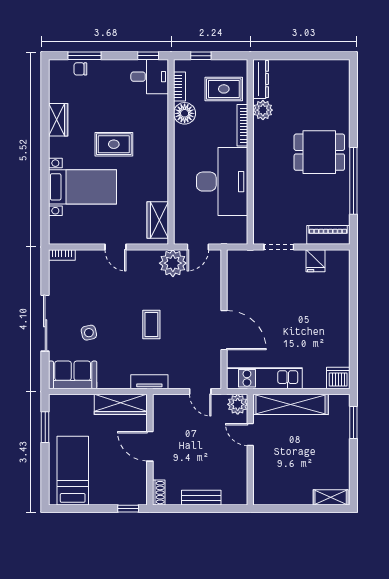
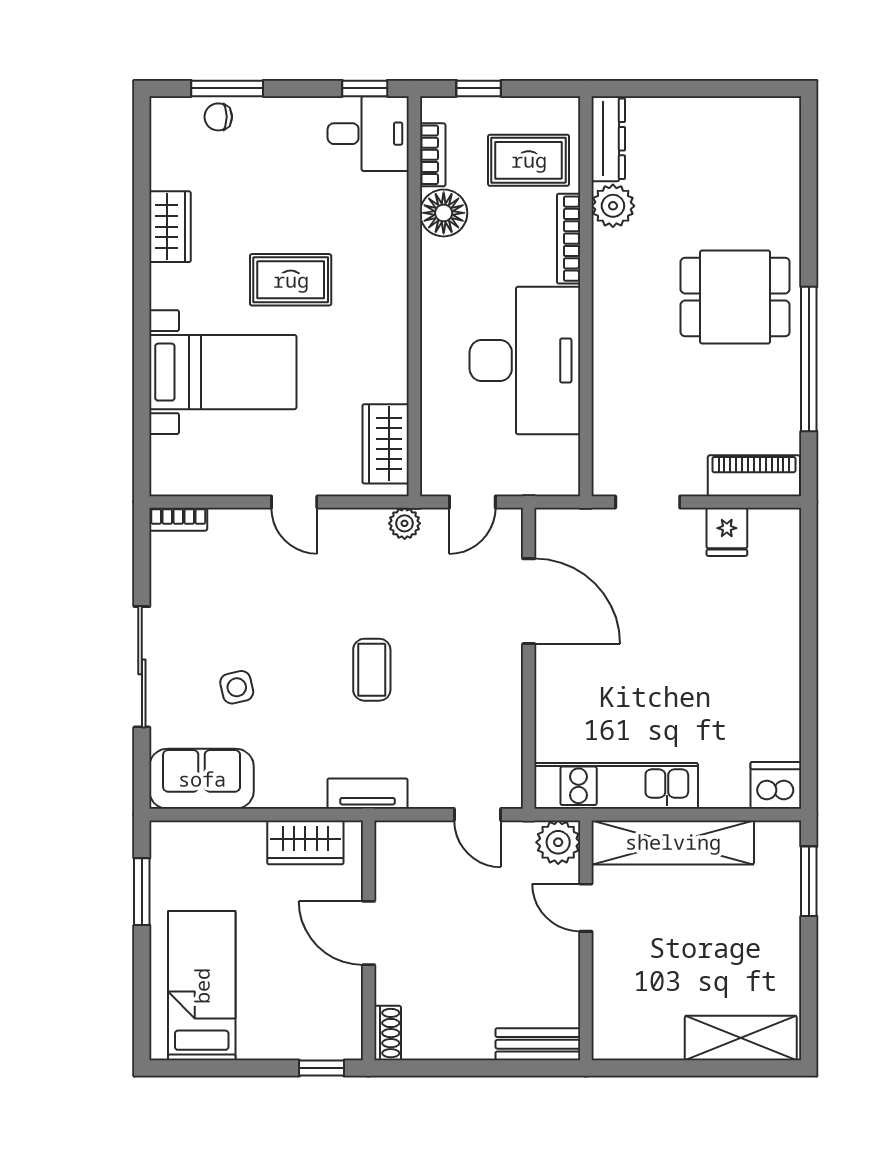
plant: (173, 263) -> (405, 523), width x0.53, depth x0.53
door: (224, 330) -> (529, 601), moved
wardrobe: (121, 404) -> (305, 842), width x0.67
shelving: (331, 497) -> (741, 1038), width x1.50, depth x1.33
bench: (201, 498) -> (538, 1044), moved

